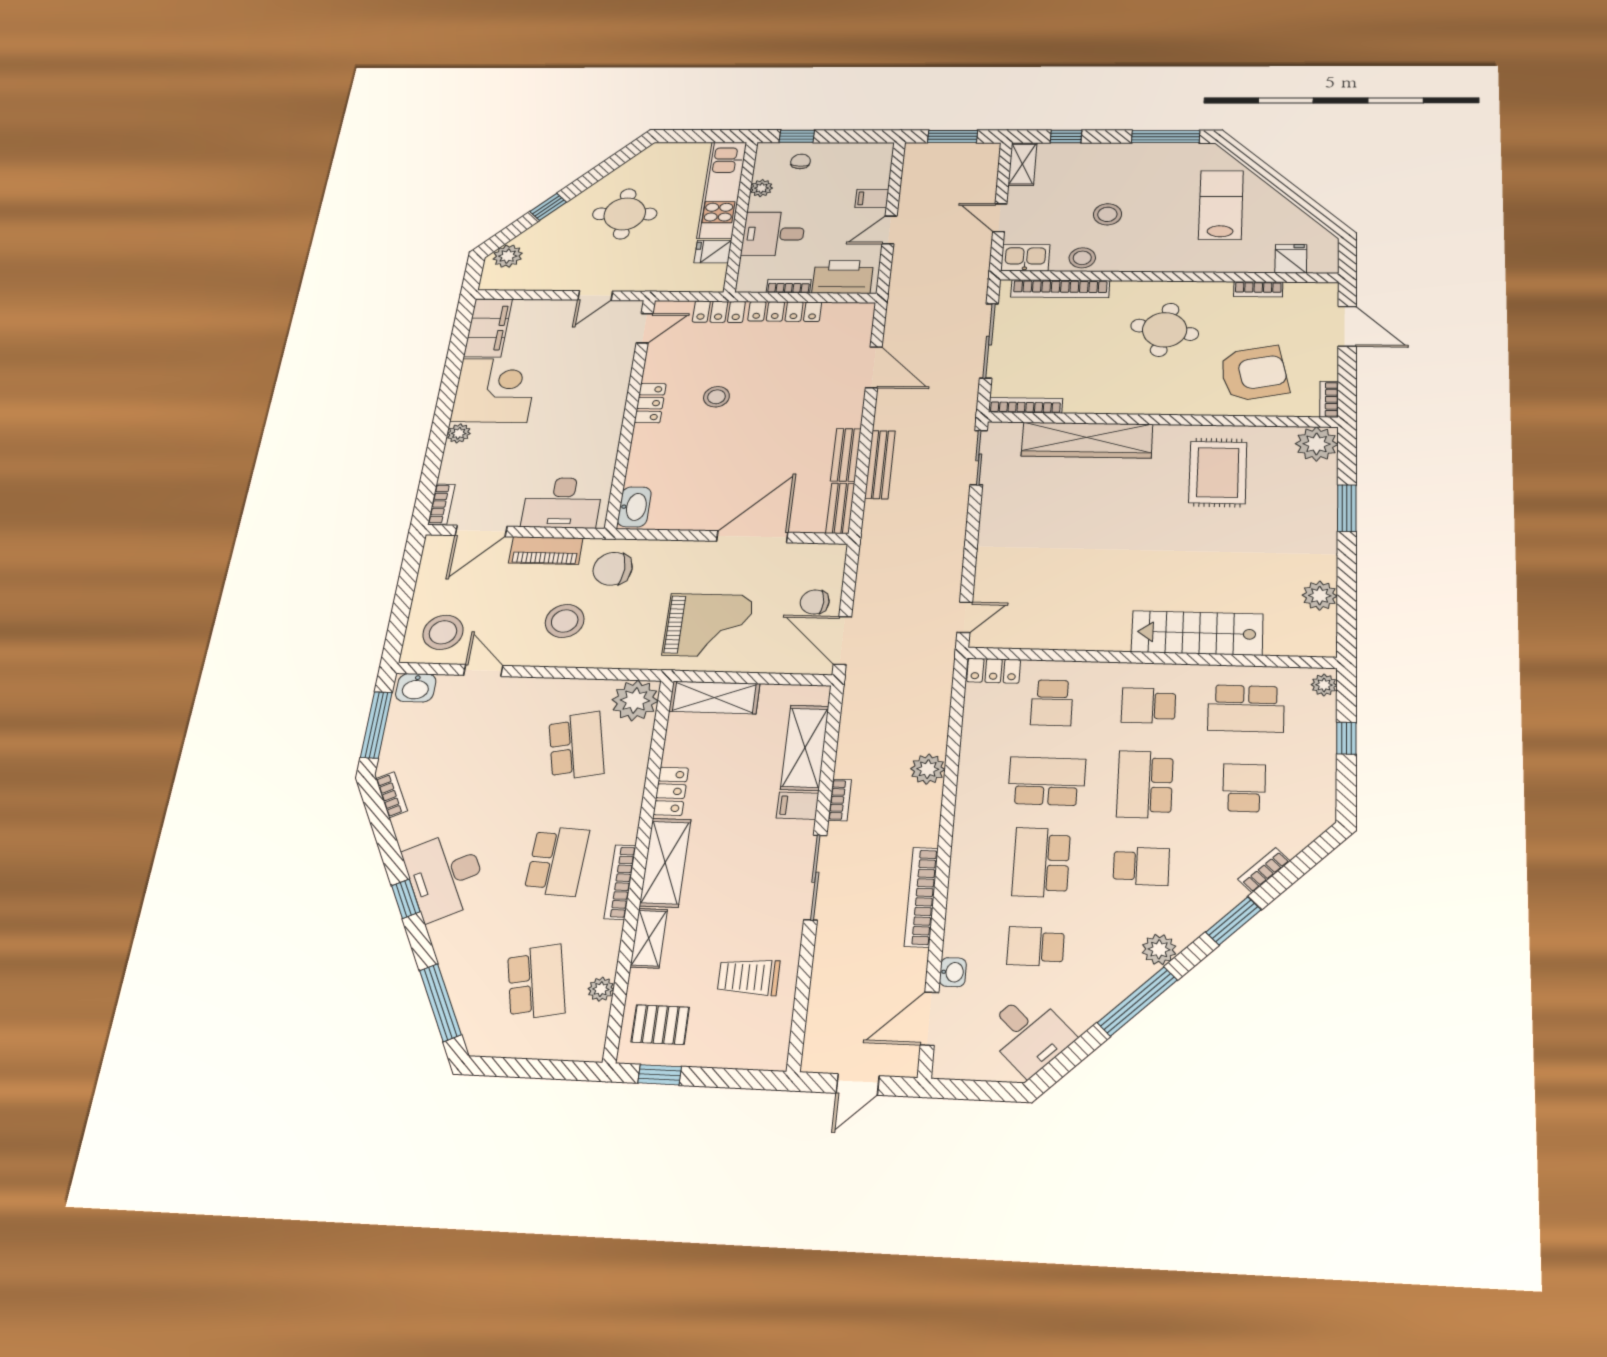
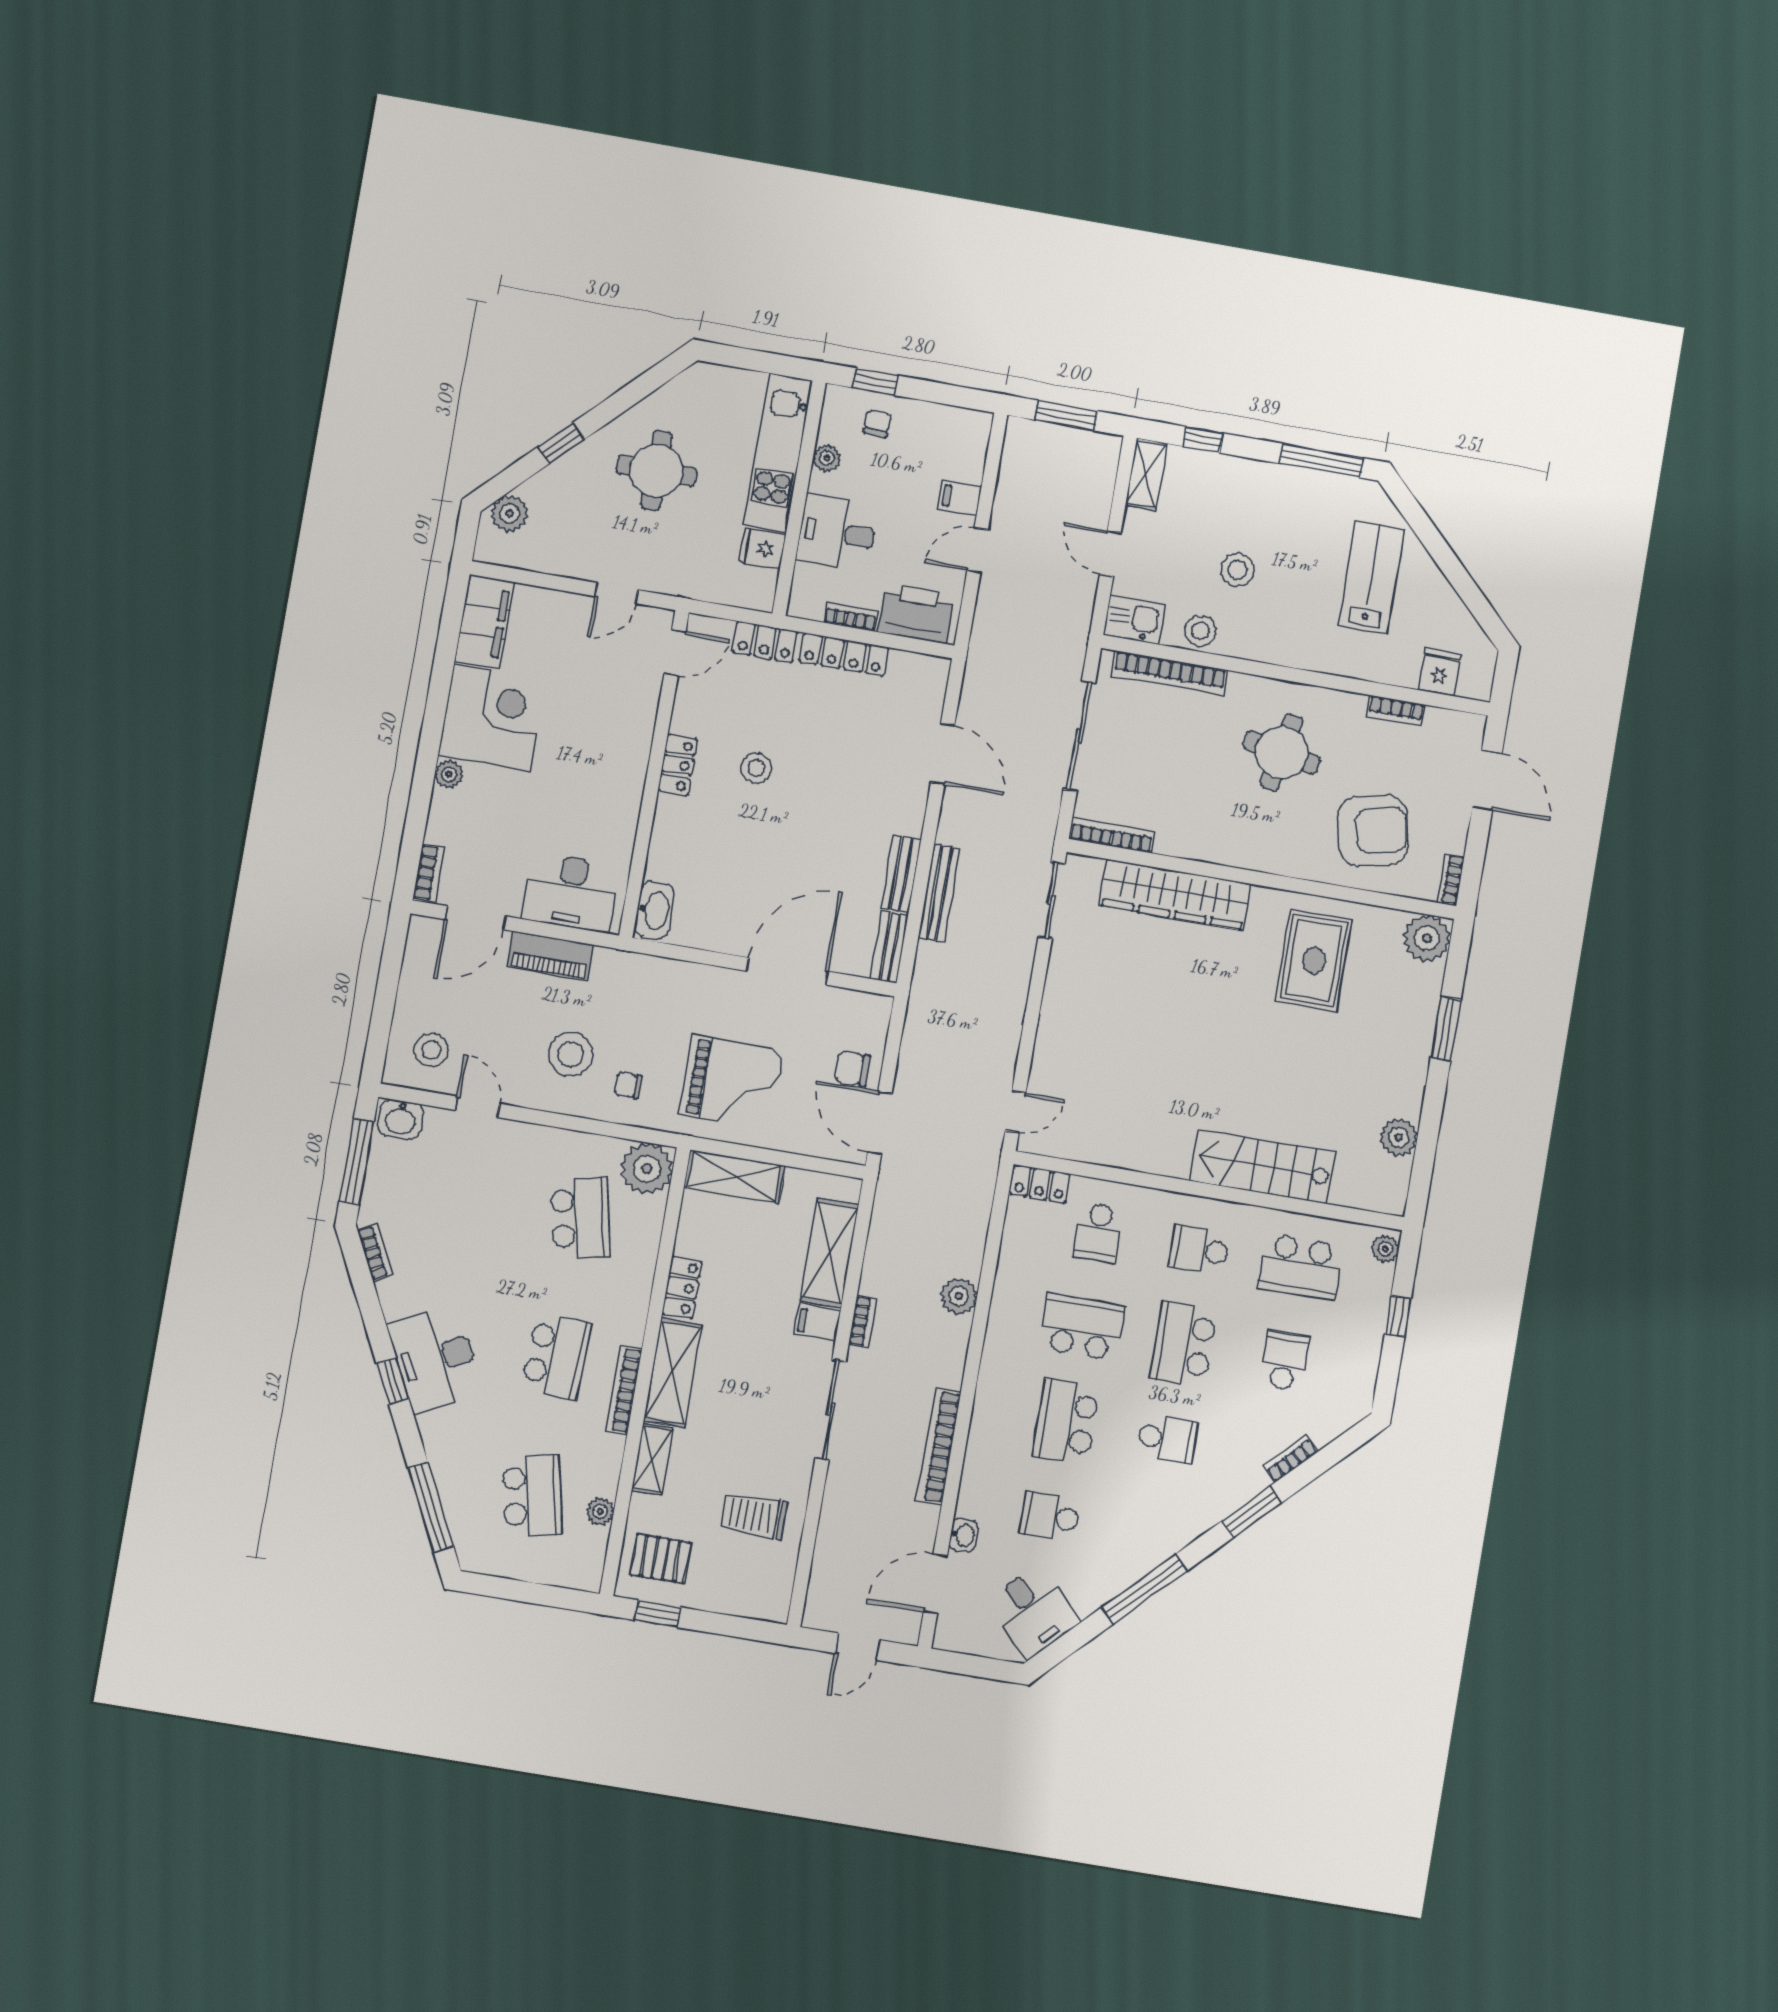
chair: (613, 569) -> (628, 1085), moved, width x0.54, depth x0.54
stool: (443, 632) -> (431, 1050), width x0.73, depth x0.73
plant: (1159, 949) -> (1173, 1535), removed

